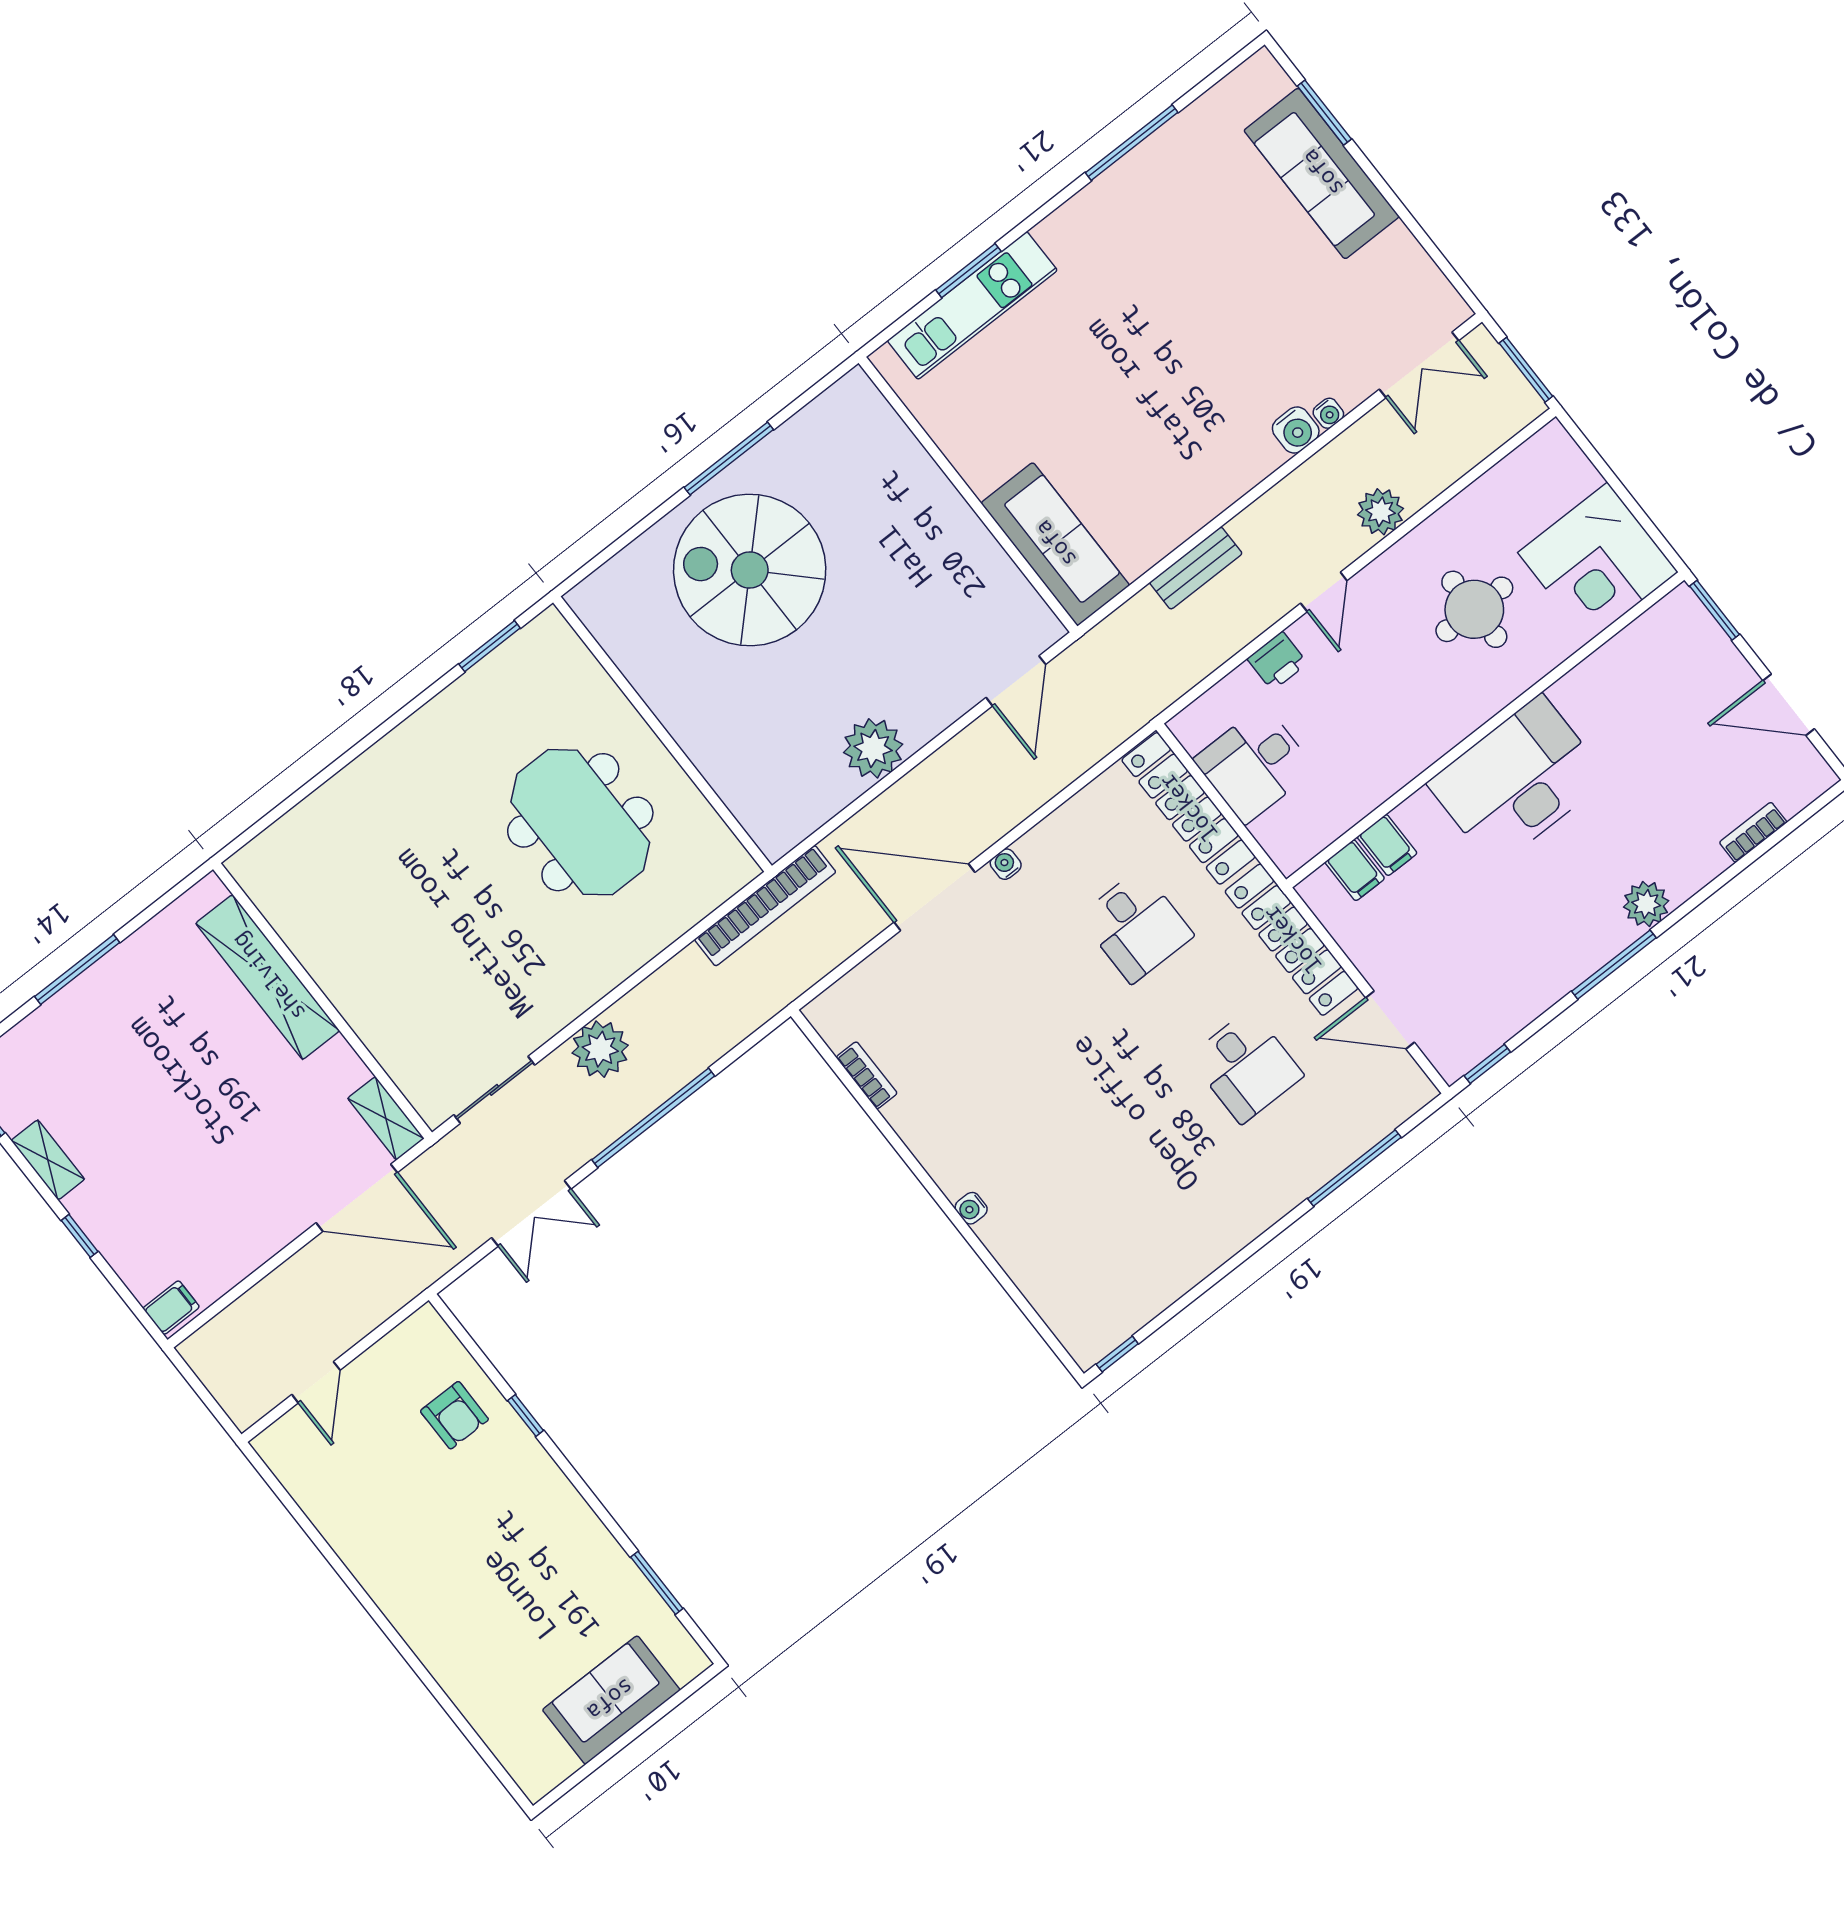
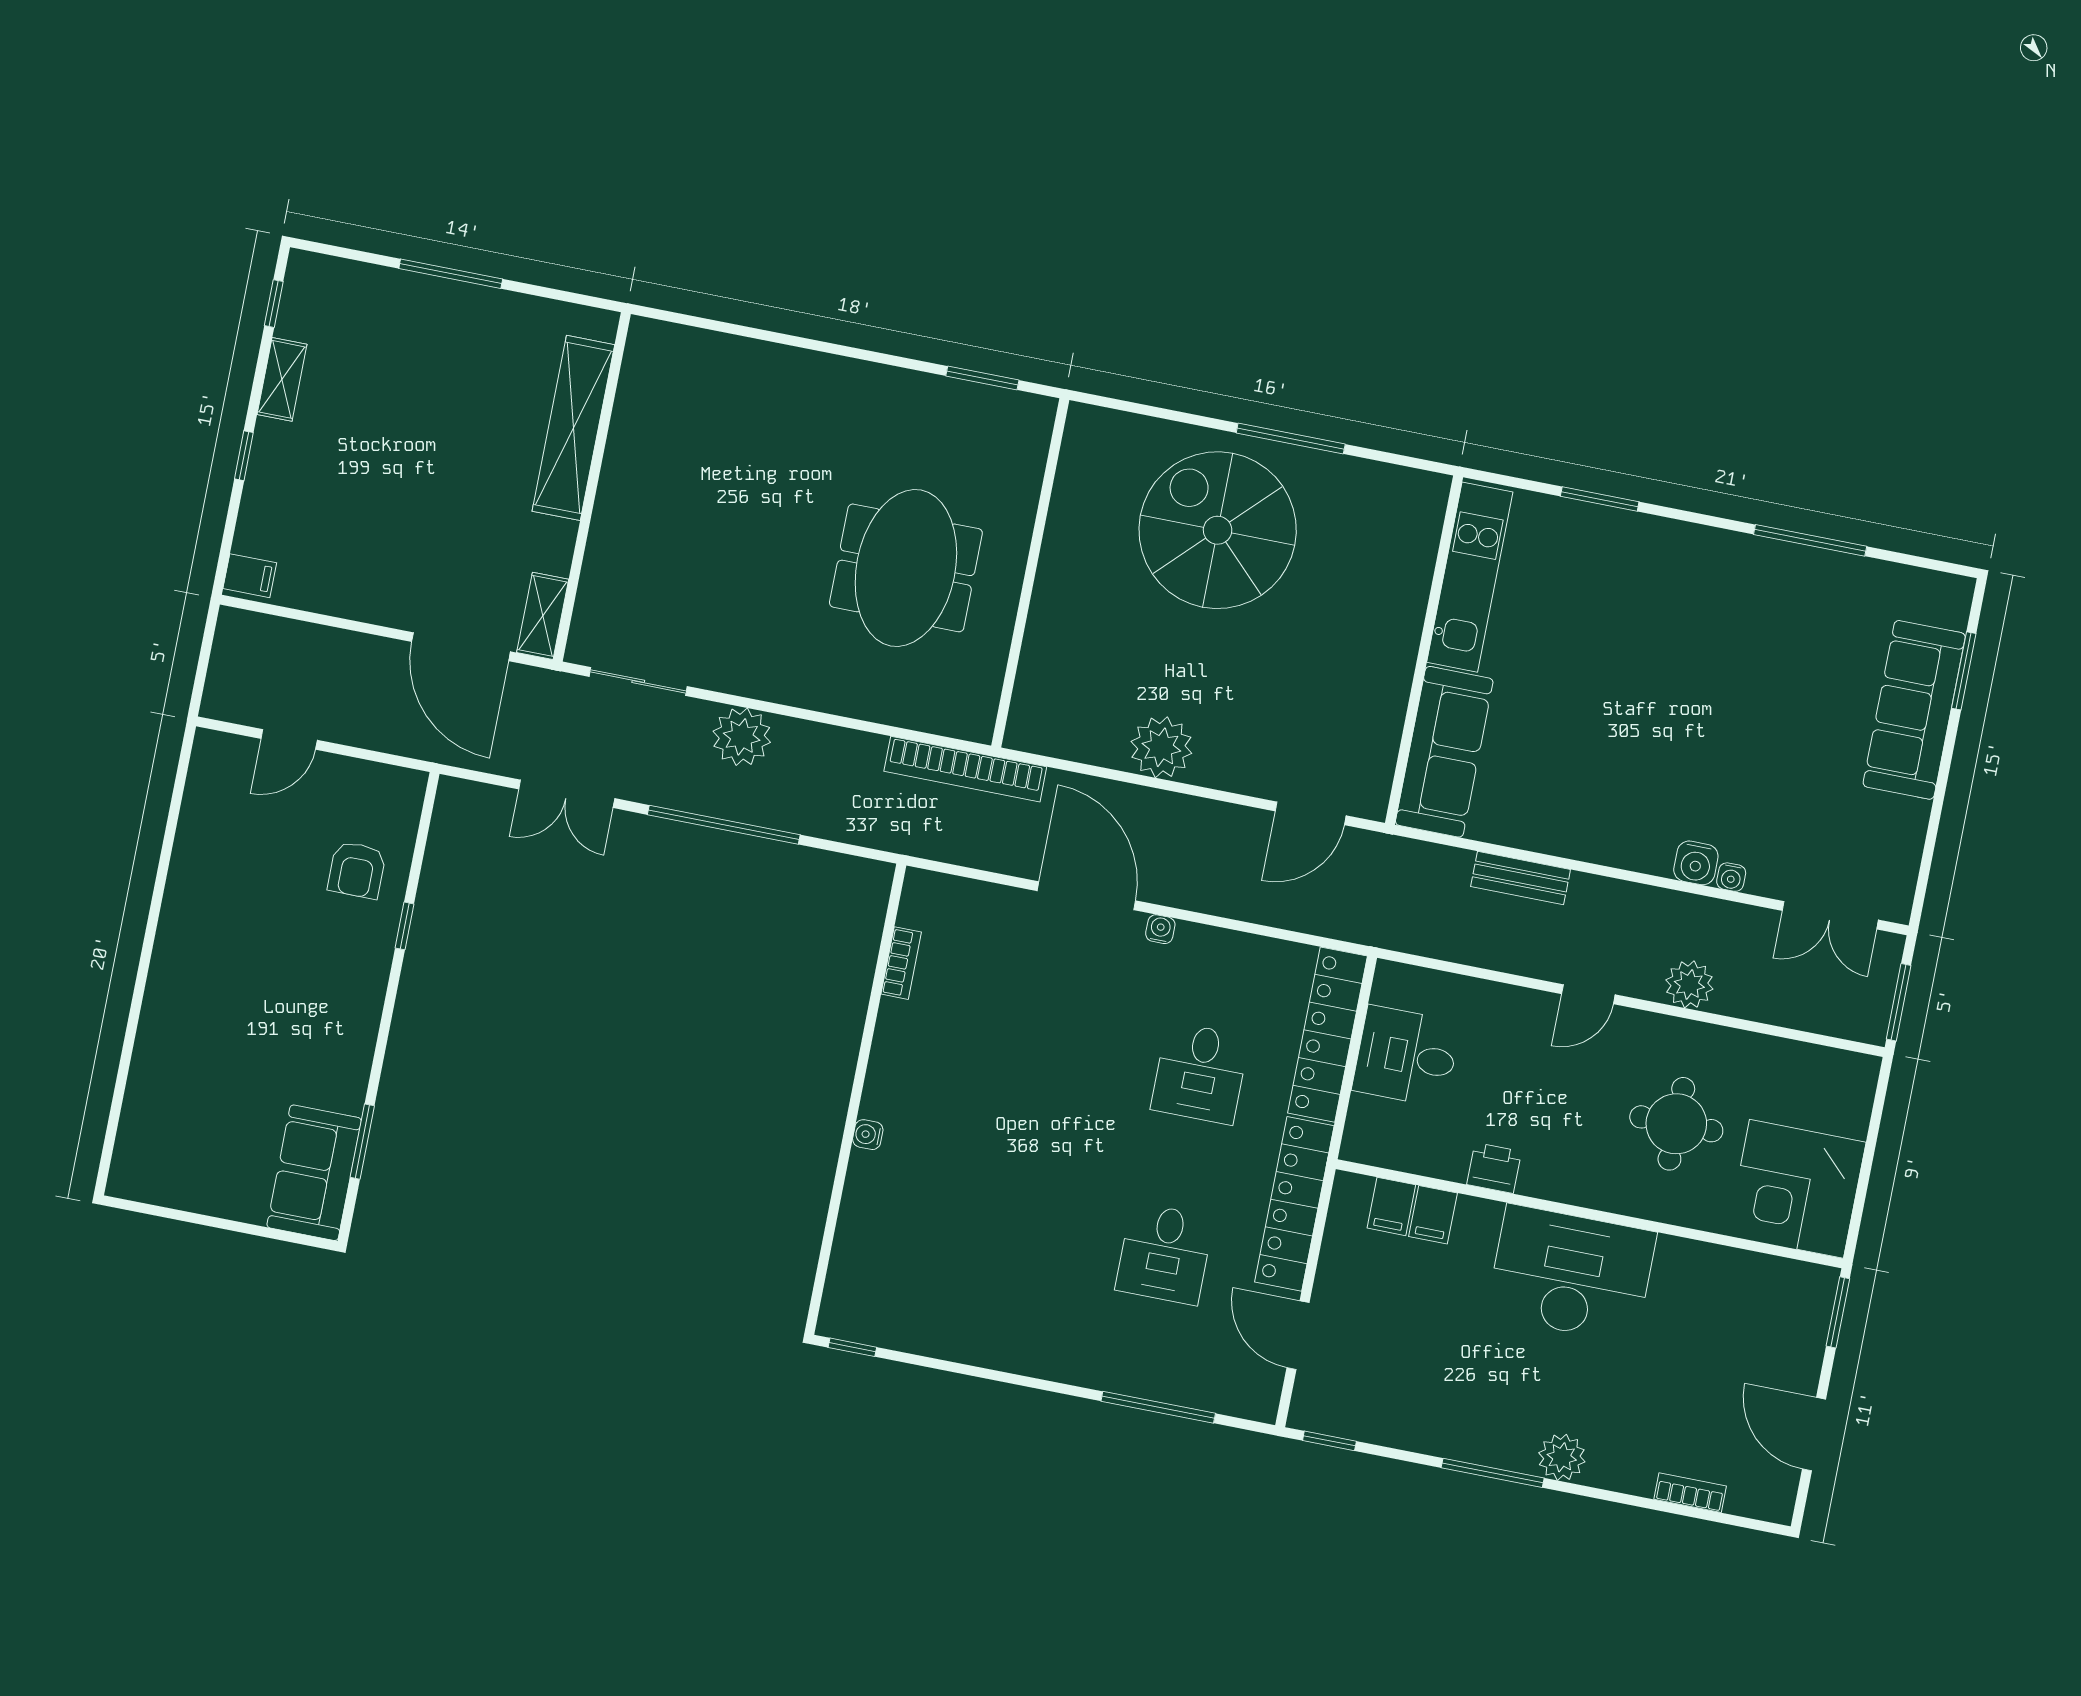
kitchen unit: (972, 305) -> (1470, 577), moved, turned -90
printer: (1277, 661) -> (1494, 1168), moved, turned 180
sofa: (611, 1700) -> (314, 1173), moved, turned -90

